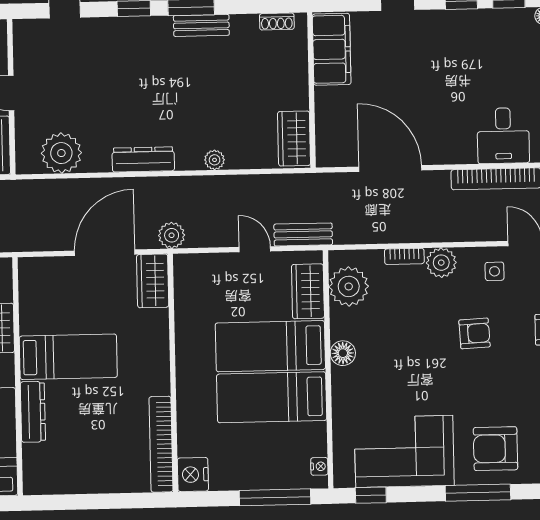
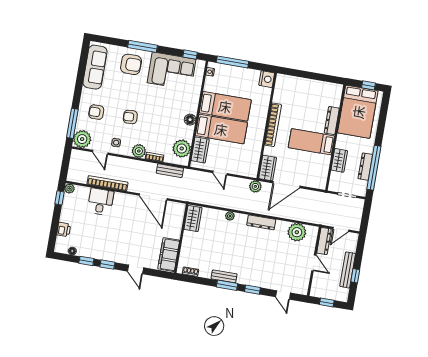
bench: (303, 234) -> (170, 171), moved
bookcase: (161, 444) -> (273, 125), moved

